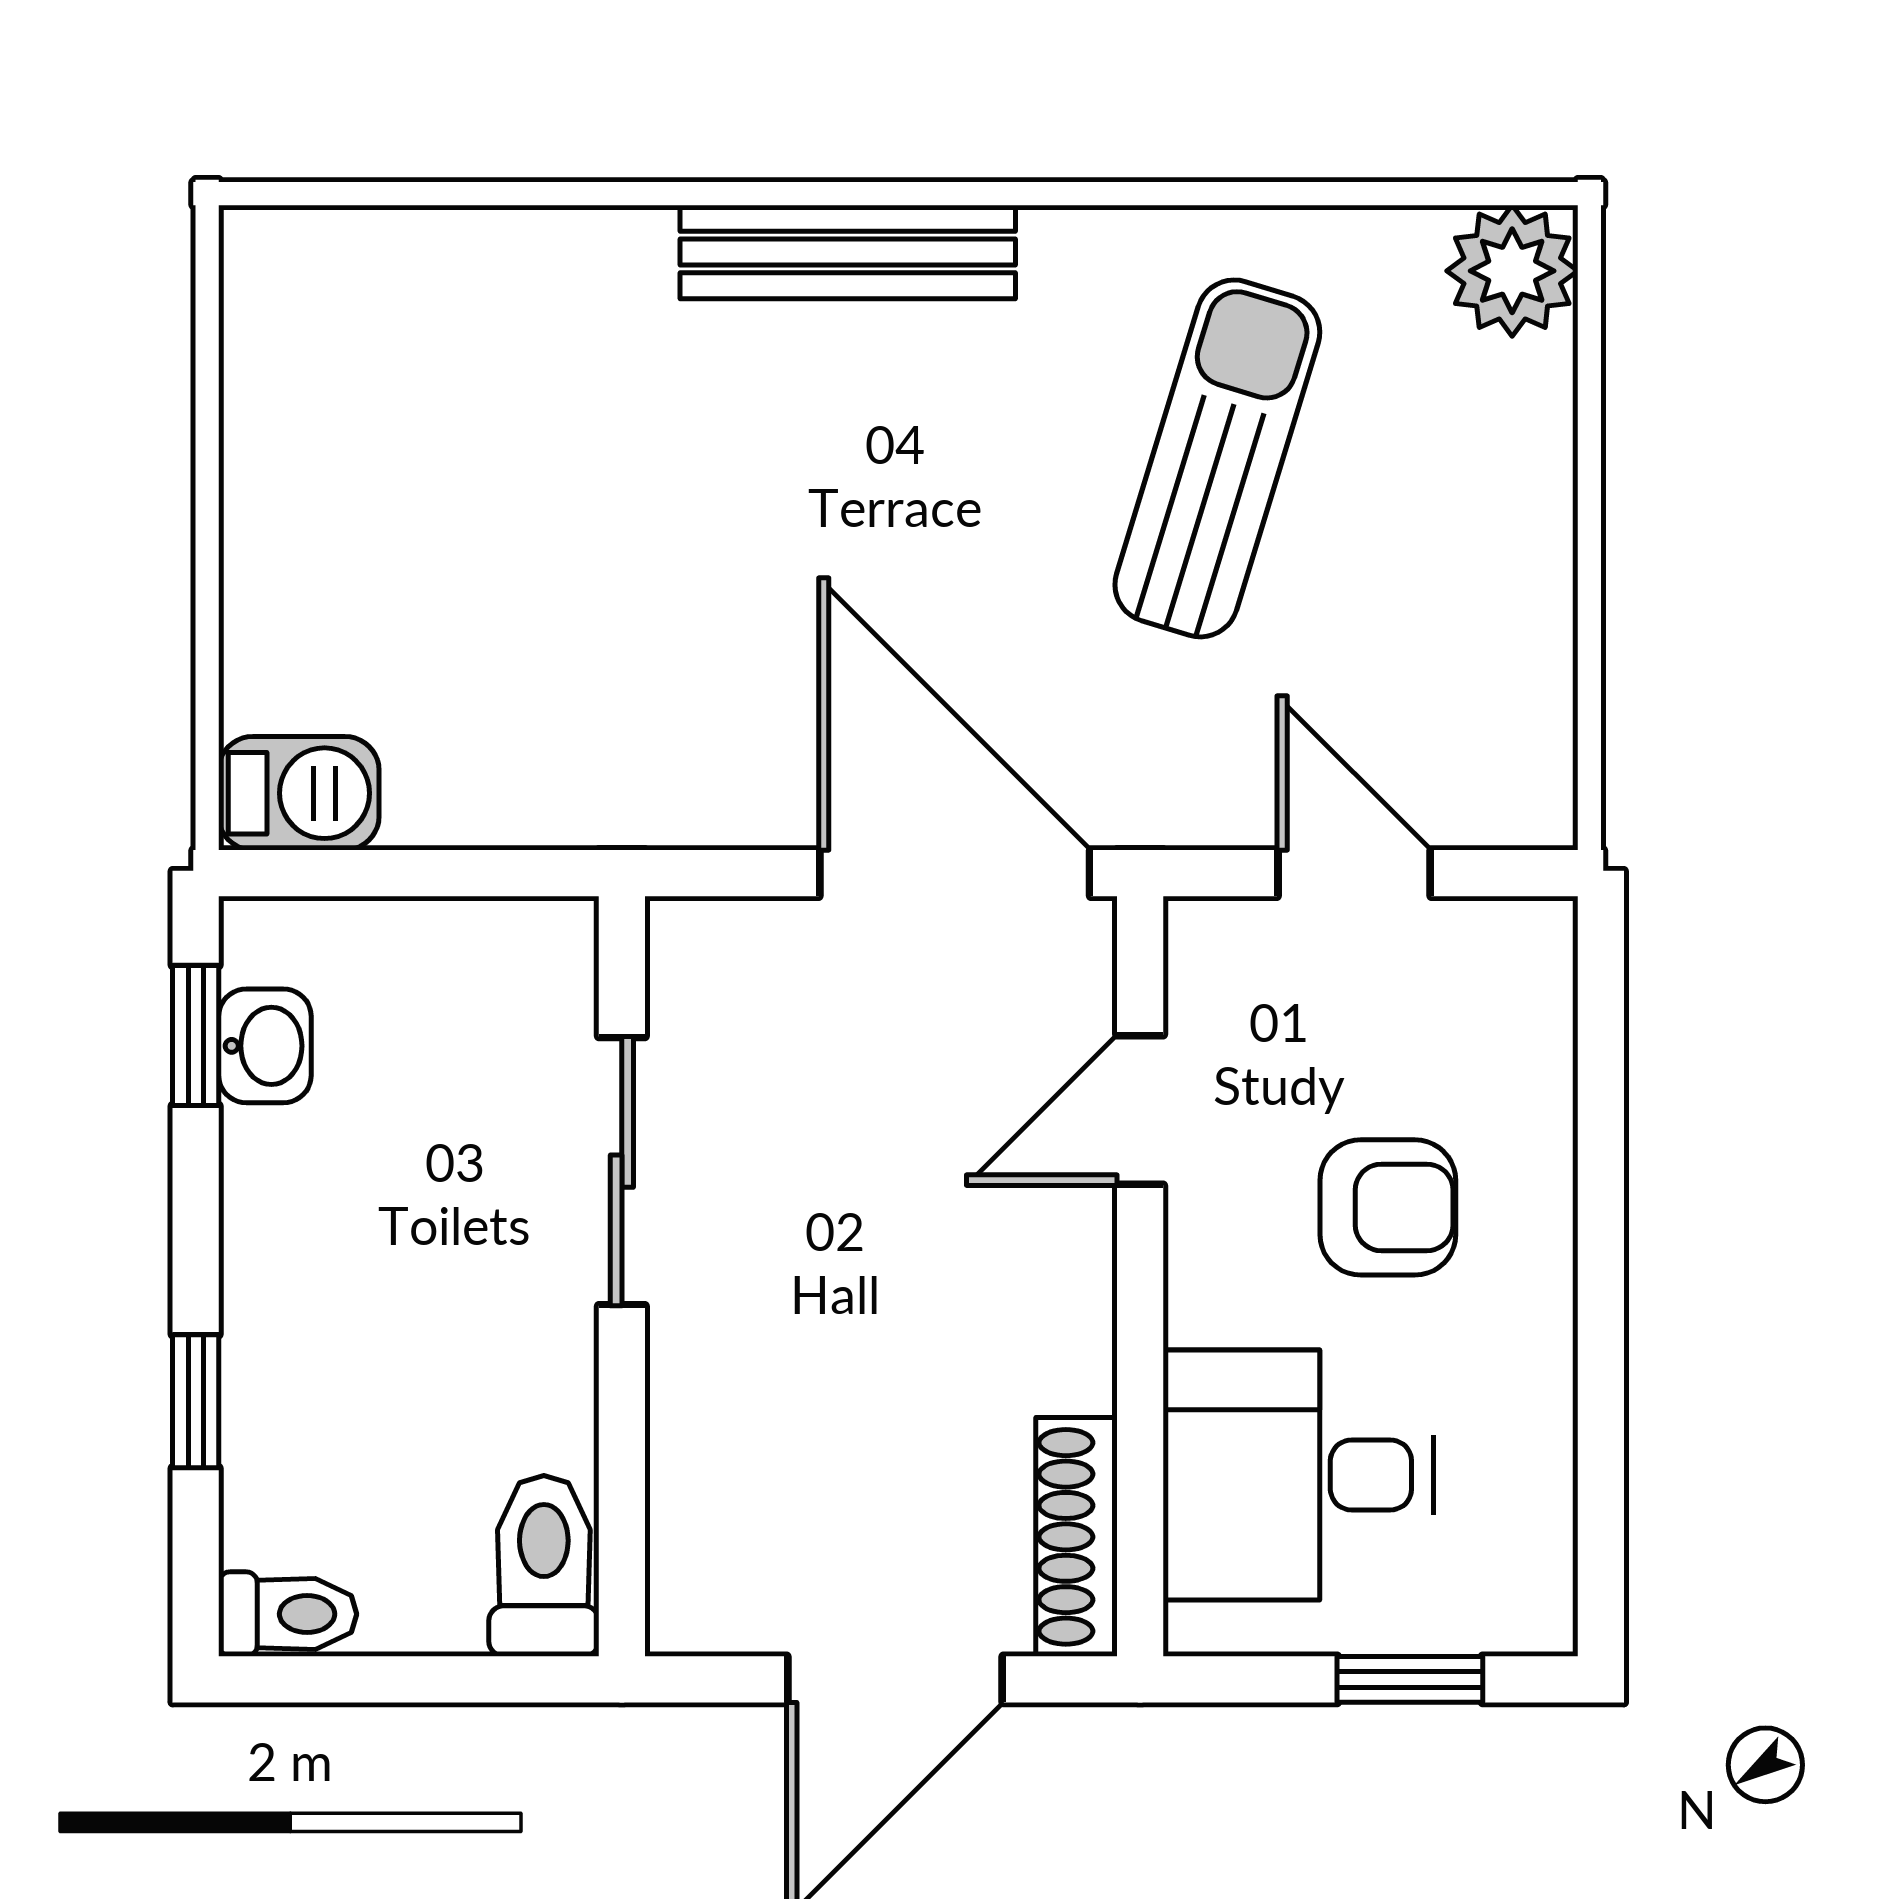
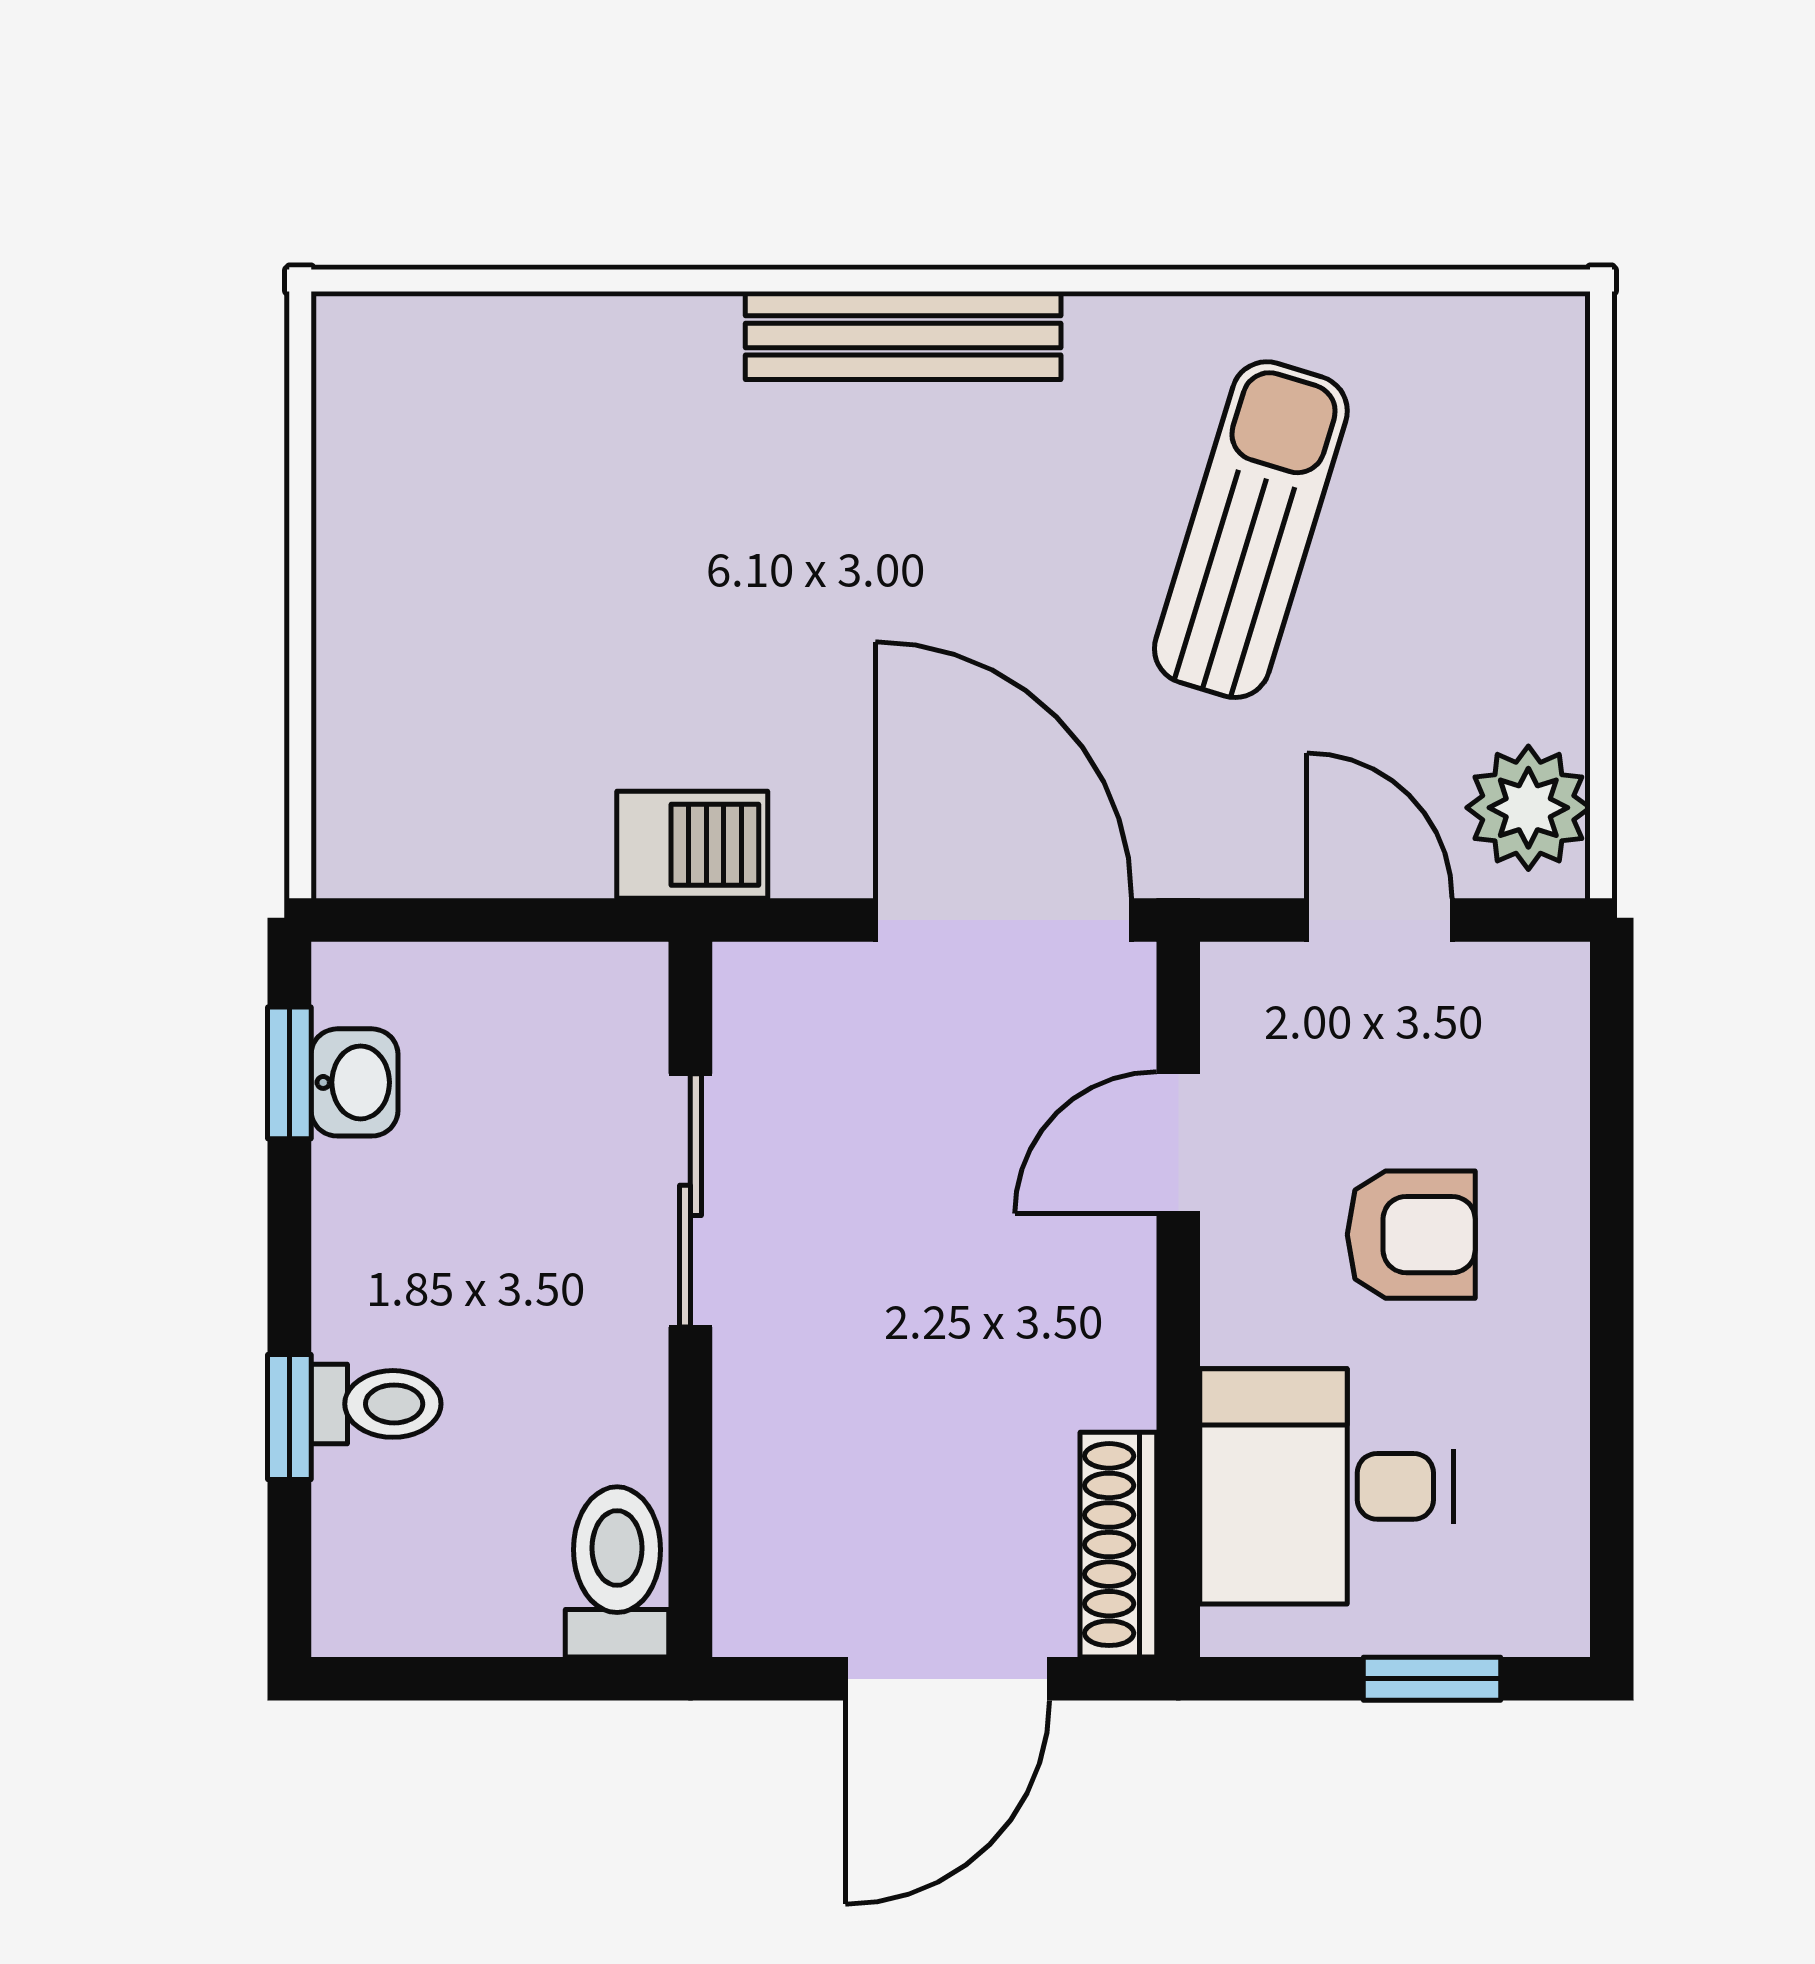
plant: (1512, 271) -> (1528, 808), moved
barbecue: (299, 793) -> (692, 845), moved
toilet: (288, 1614) -> (376, 1404), moved

